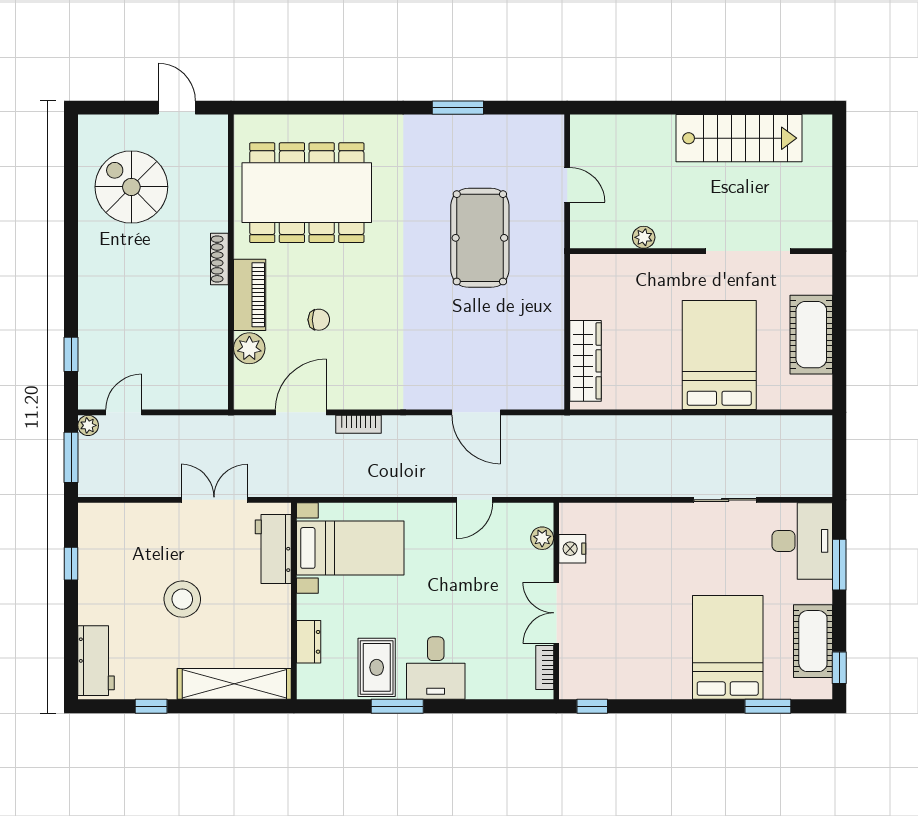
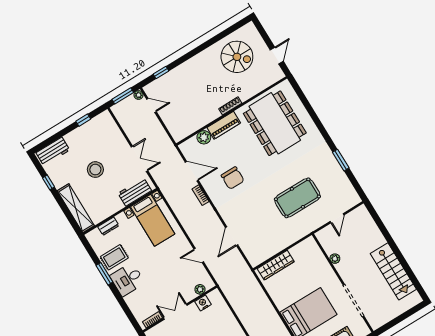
spiral stairs: (131, 187) -> (237, 57), turned 90
chair: (319, 320) -> (233, 178), moved, width x1.87, depth x1.87

